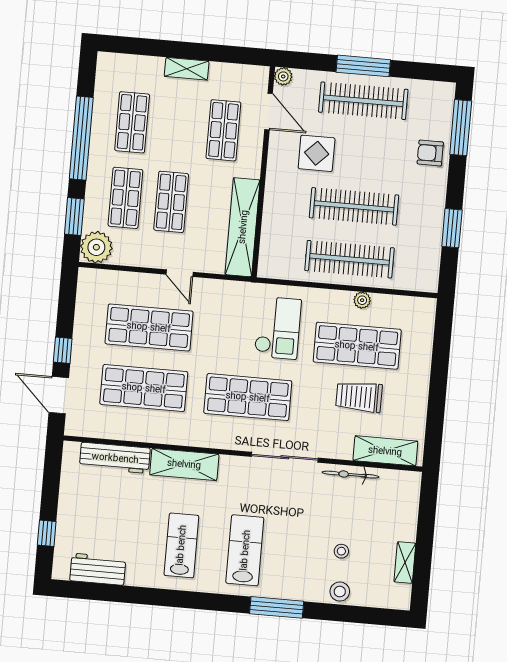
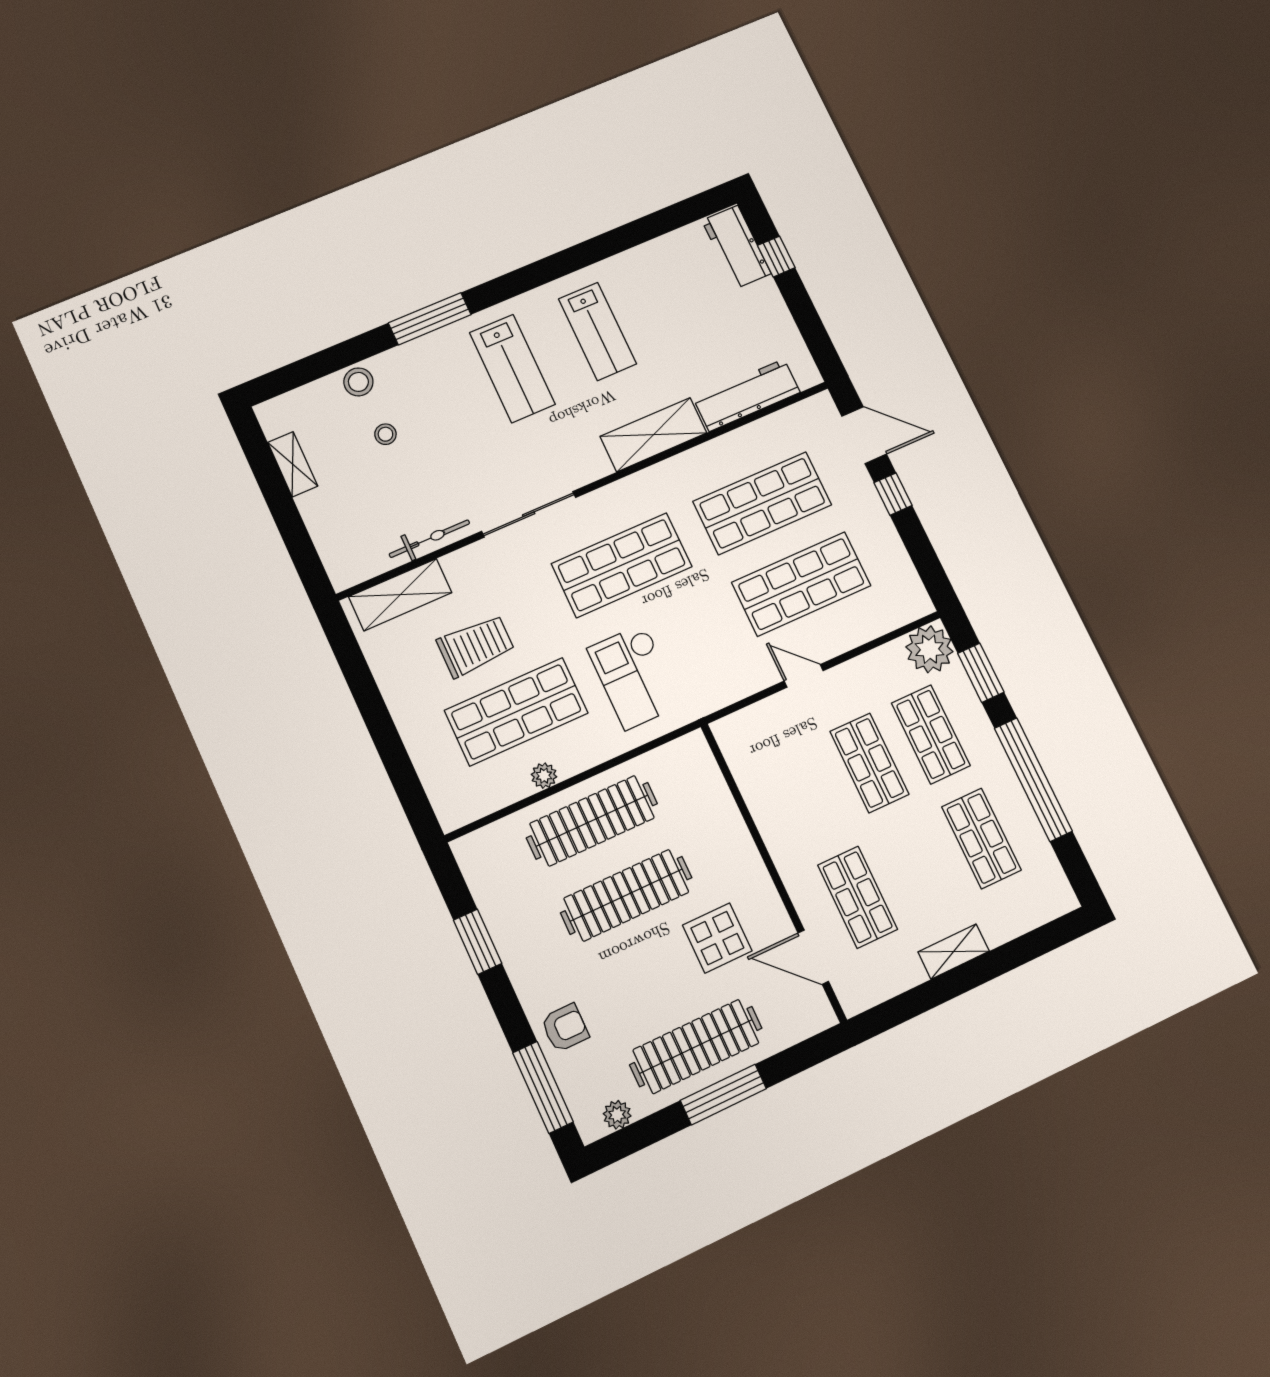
plant: (283, 76) -> (617, 1115), moved
shelving: (243, 227) -> (757, 783), removed
workbench: (98, 569) -> (736, 247), moved, turned 90

